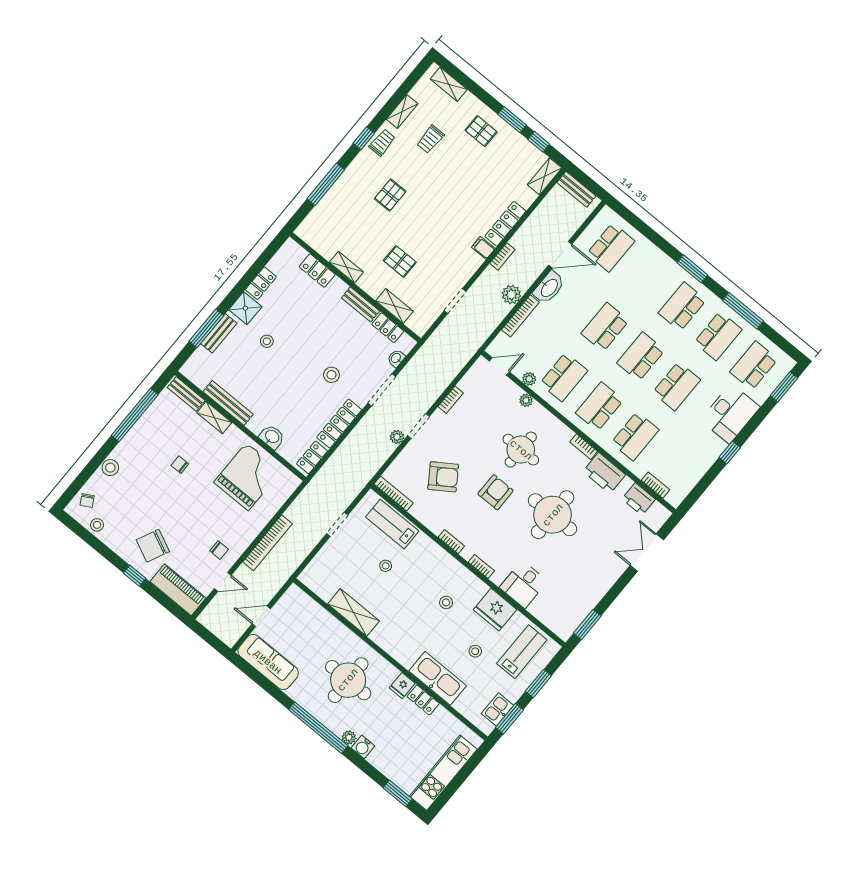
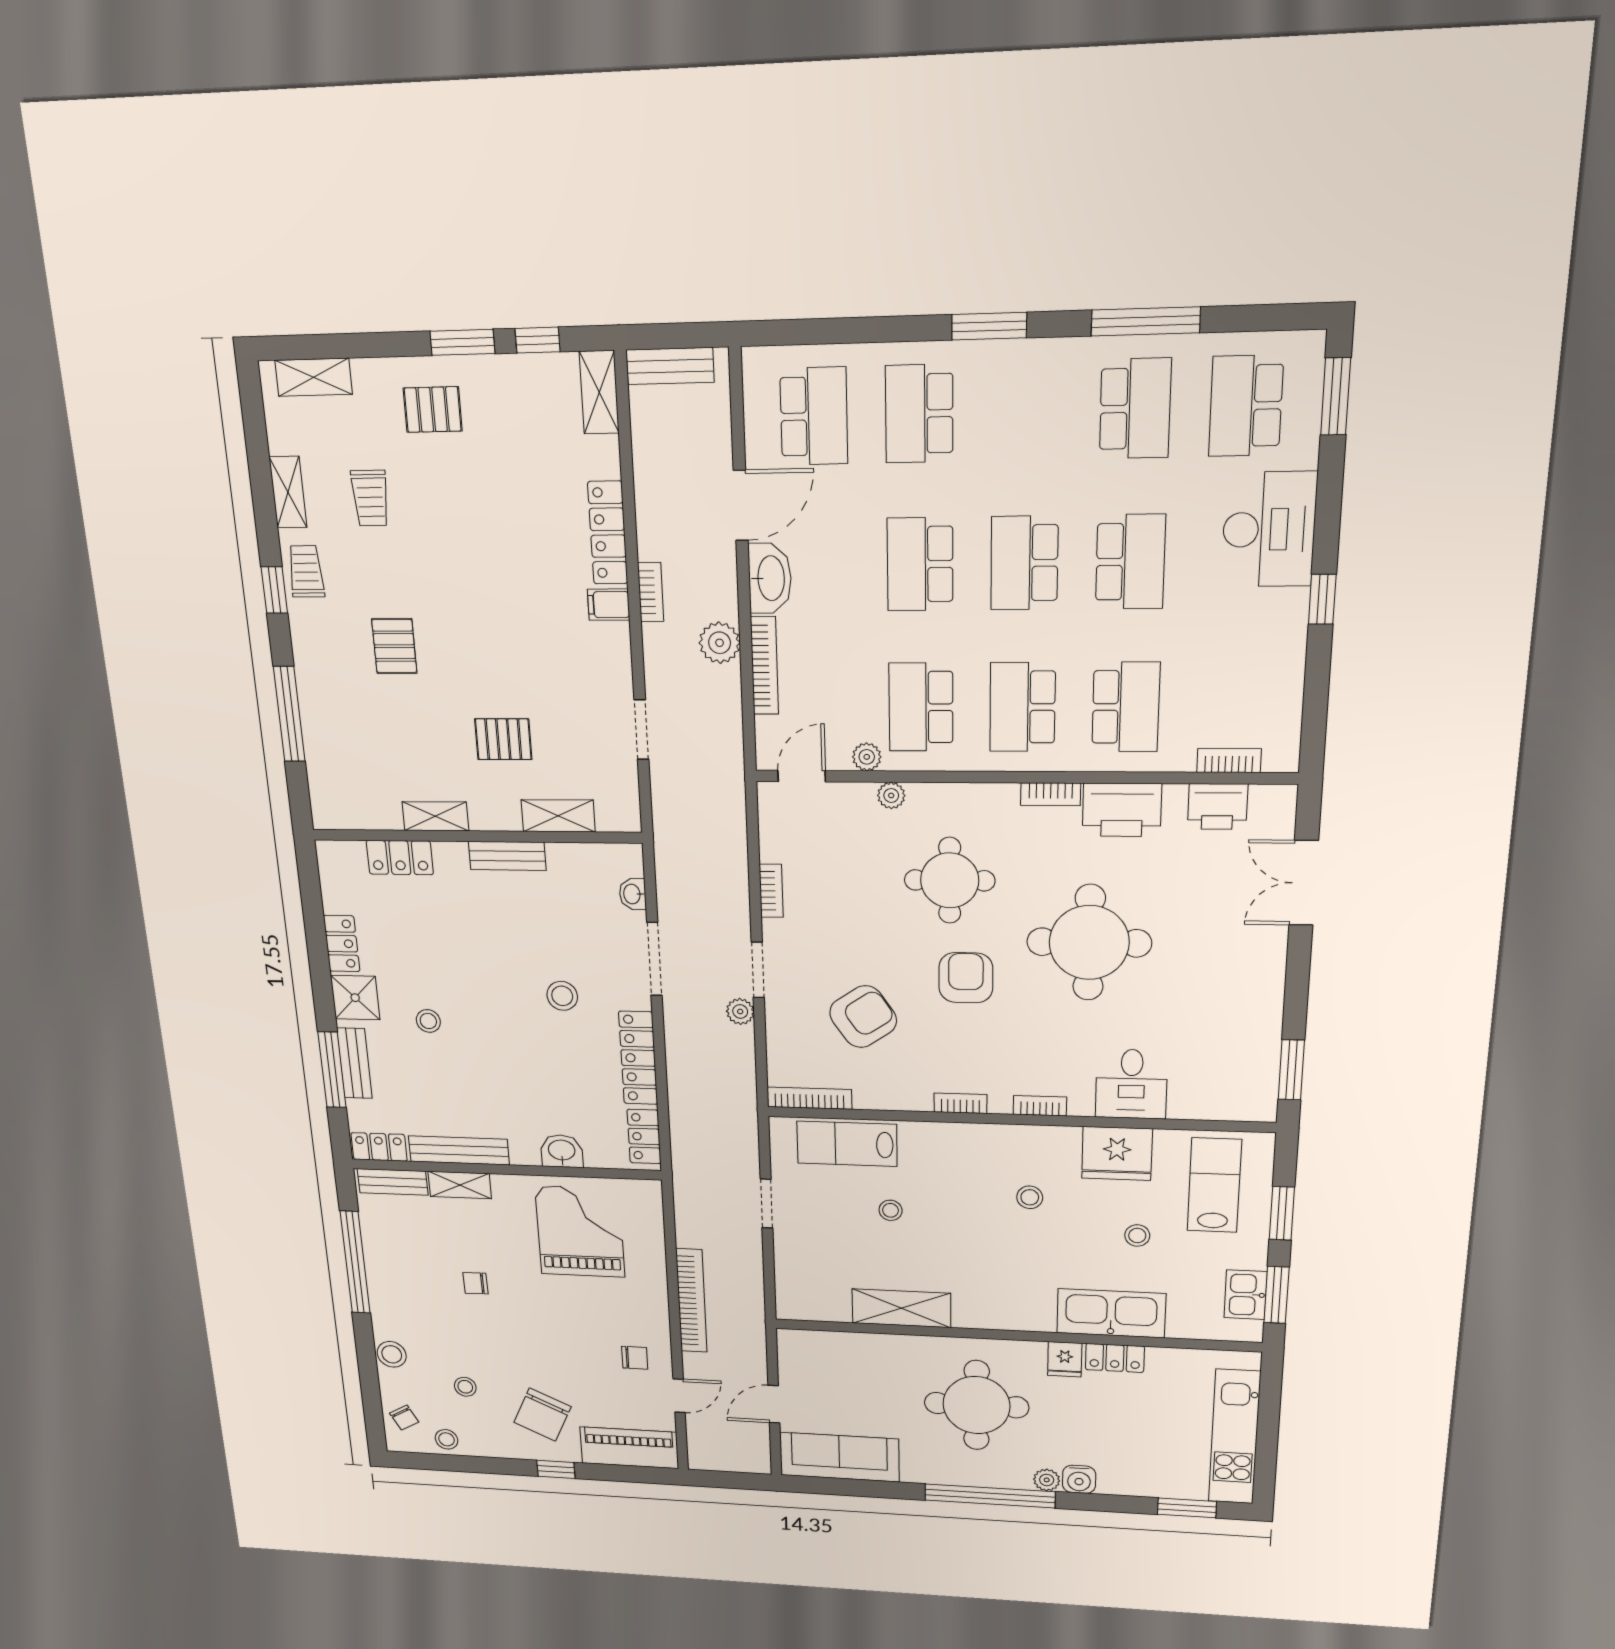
school desk: (682, 306) -> (919, 414), moved
locker: (388, 328) -> (379, 1147), moved, turned 180
school desk: (564, 377) -> (921, 707), turned 180
stool: (130, 507) -> (465, 1387), added

